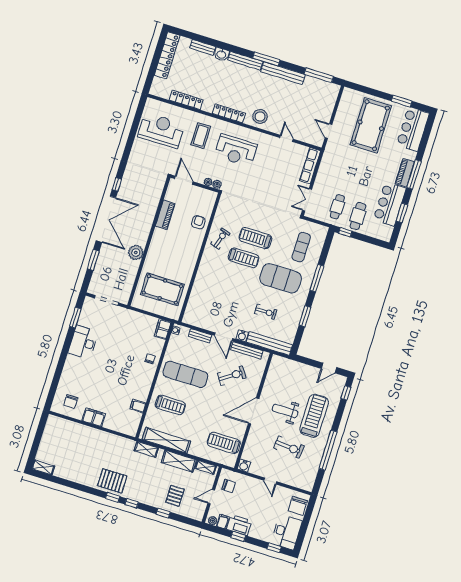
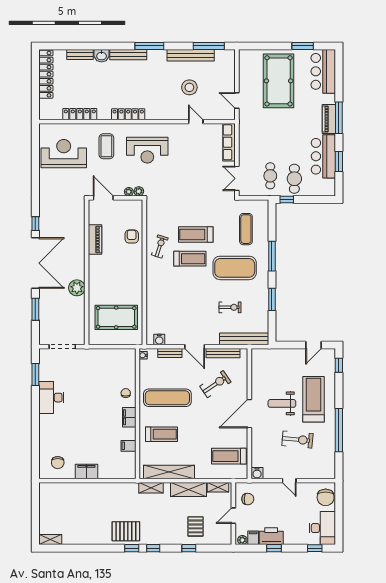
bench: (283, 73) -> (191, 55), moved
stool: (260, 116) -> (189, 87), moved
filing cabinet: (163, 329) -> (129, 417), moved
water cooler: (242, 336) -> (159, 340), moved

